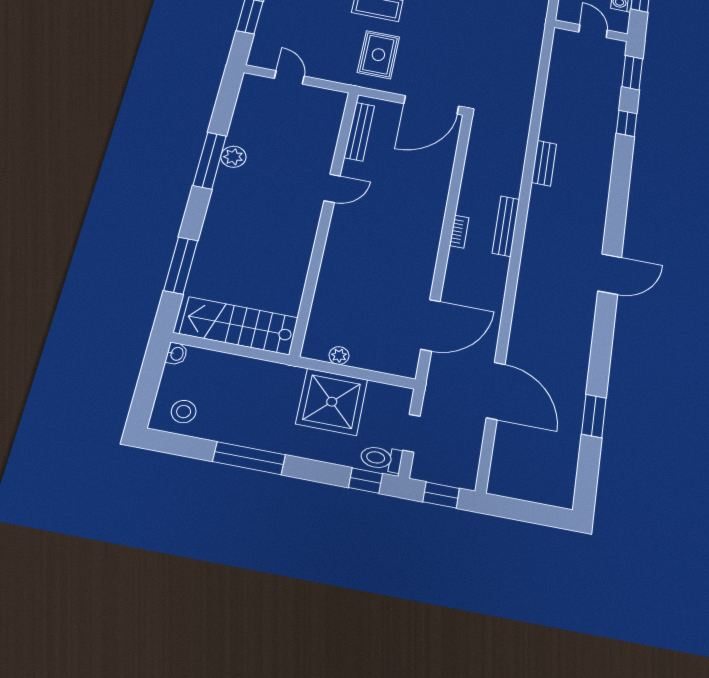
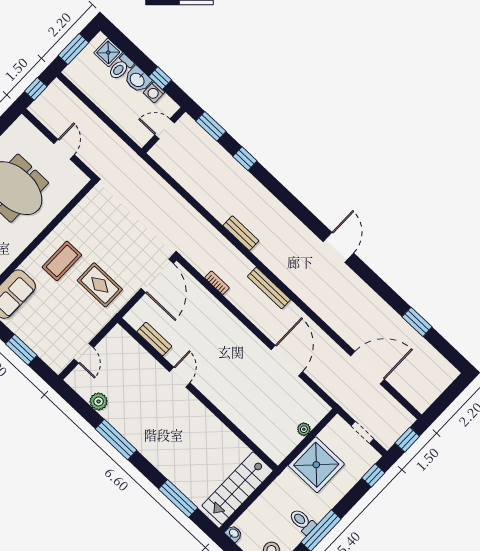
door: (289, 77) -> (84, 353), swing flipped
bench: (359, 132) -> (154, 339), width x0.73
plant: (233, 157) -> (99, 401), moved
bookcase: (459, 232) -> (217, 283), moved
door: (431, 325) -> (287, 361), moved
plant: (339, 356) -> (304, 429), moved
toilet: (381, 458) -> (302, 521), moved, turned 90

